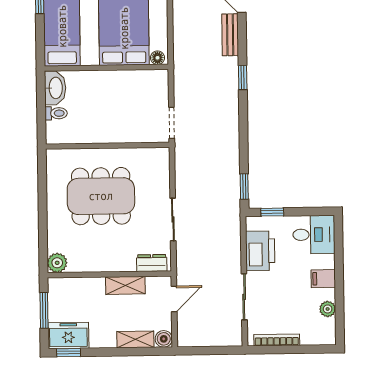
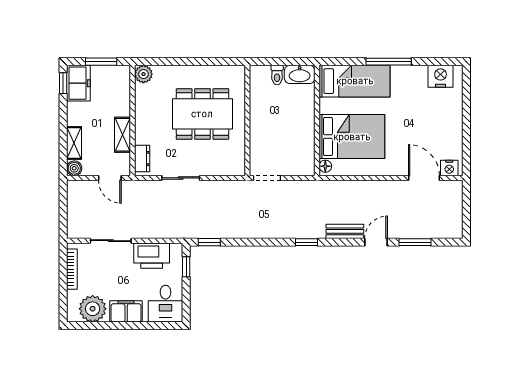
dining table: (101, 196) -> (202, 114), turned 90
filing cabinet: (323, 279) -> (126, 311), width x2.00
plant: (328, 309) -> (93, 309), width x1.87, depth x1.87

